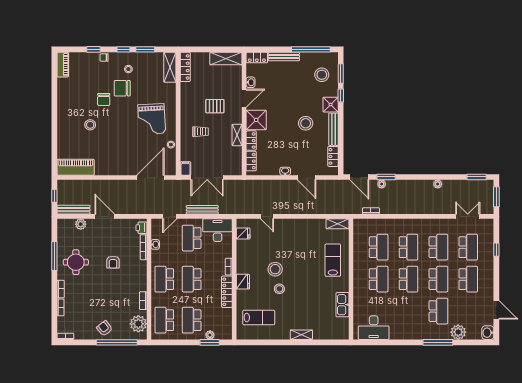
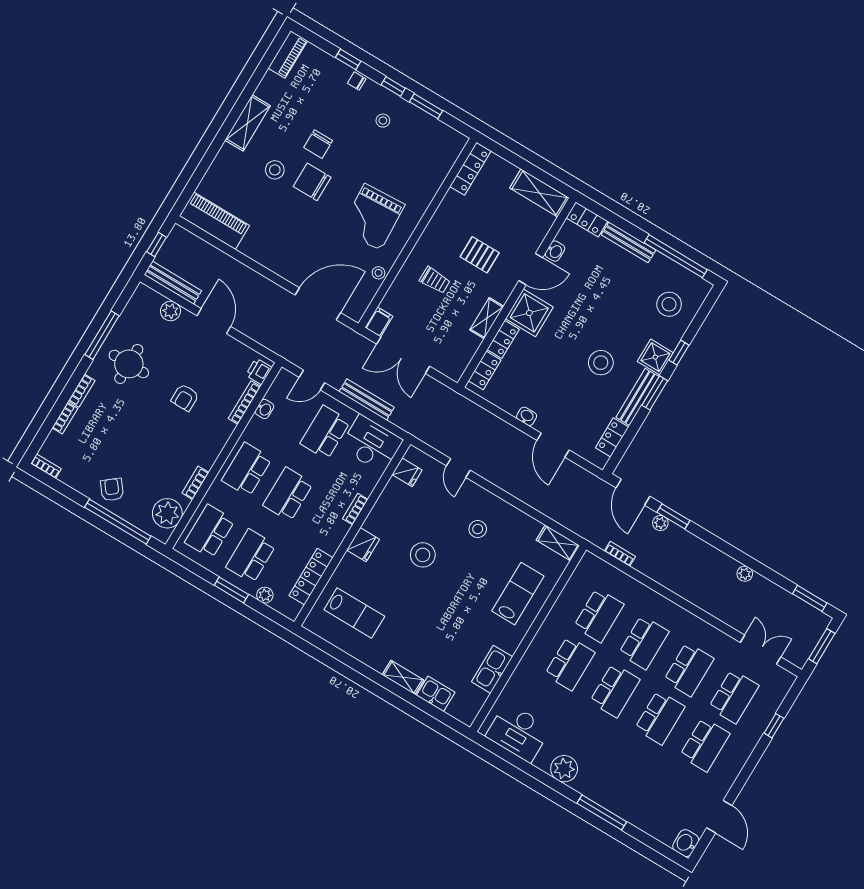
shelving: (170, 67) -> (248, 123), moved
window: (341, 73) -> (655, 393), moved
chair: (122, 88) -> (312, 182), moved
stool: (279, 289) -> (478, 529), moved
locker: (227, 292) -> (311, 577), moved
school desk: (438, 311) -> (631, 766), removed
plant: (458, 332) -> (564, 769), moved
kitchen sink: (322, 333) -> (436, 694), added
window: (210, 342) -> (231, 590), moved

